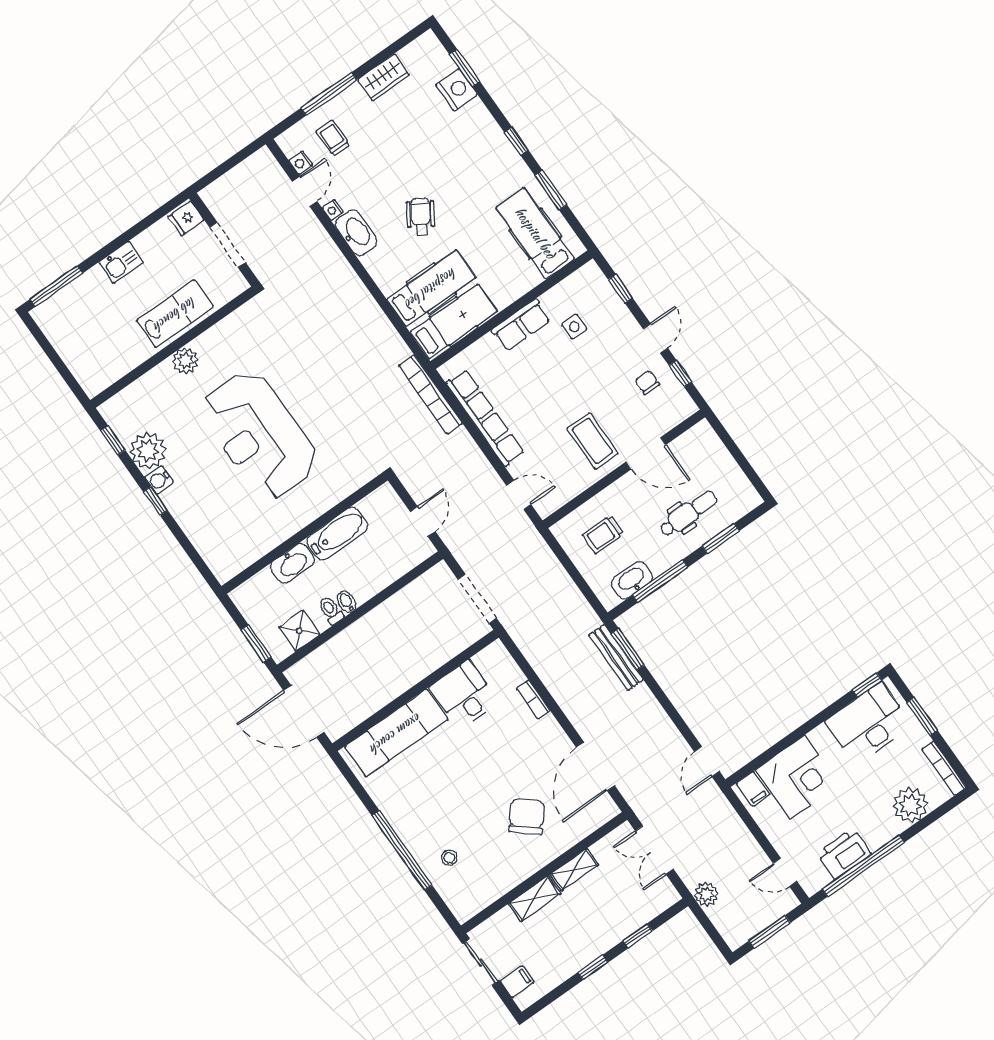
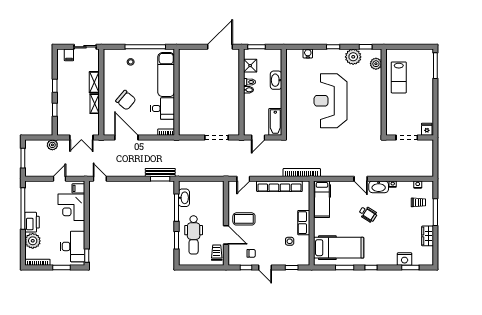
door: (305, 191) -> (361, 179), moved
hospital bed: (535, 233) -> (339, 248), width x1.37, depth x1.29
kitchen sink: (121, 262) -> (427, 95), removed
hospital bed: (431, 288) -> (340, 200), removed
lab bench: (175, 314) -> (399, 77), moved
plant: (185, 361) -> (376, 64), moved
reception desk: (259, 435) -> (331, 101), turned -90
door: (646, 453) -> (226, 235), swing flipped
water cooler: (159, 480) -> (308, 53), moved
dental chair: (688, 514) -> (194, 235), width x1.36, depth x1.38
door: (423, 522) -> (258, 138), hinge flipped
bathtub: (337, 534) -> (275, 122), moved
trolley: (603, 534) -> (217, 253), moved
wall: (416, 690) -> (177, 92), moved
desk: (464, 695) -> (163, 108), moved
exam couch: (396, 733) -> (166, 75), moved
double door: (654, 850) -> (81, 138), swing flipped
printer: (844, 854) -> (32, 222), moved
door: (785, 872) -> (60, 179), moved

